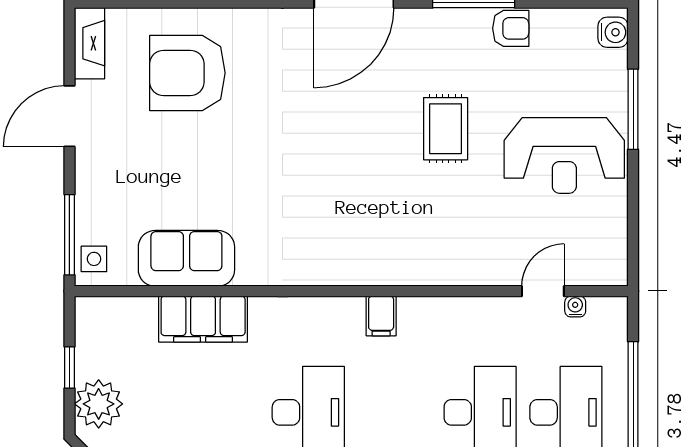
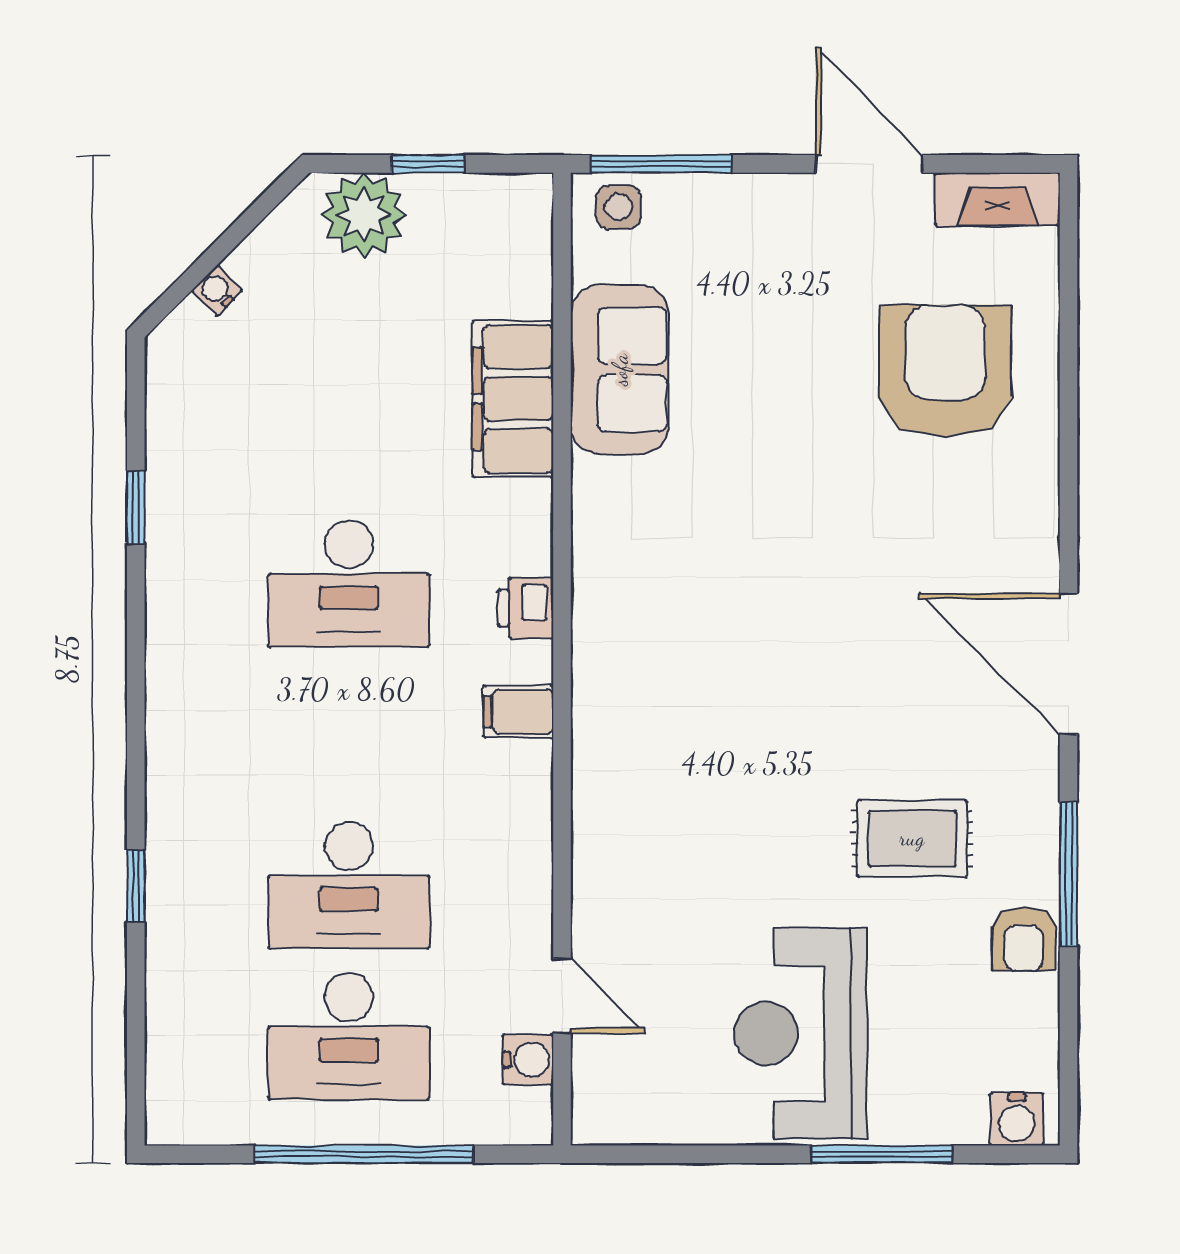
rug: (446, 129) -> (912, 838), moved
water cooler: (575, 307) -> (528, 1060), width x1.38, depth x1.38
printer: (322, 312) -> (526, 608), added

